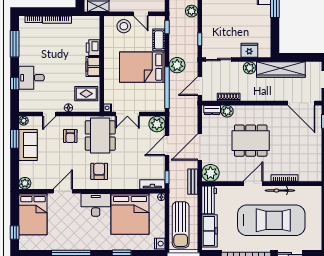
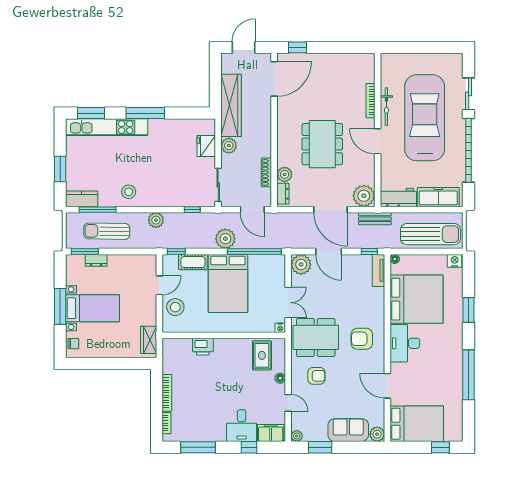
filing cabinet: (93, 67) -> (271, 433), moved, turned 180
sofa: (28, 145) -> (348, 430), moved

